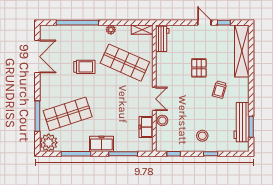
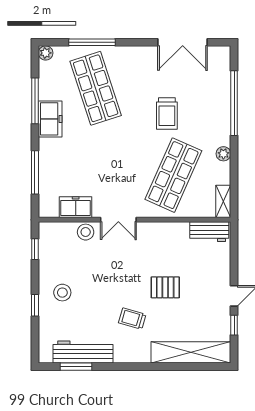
plant: (49, 143) -> (46, 53), width x0.53, depth x0.53
freezer: (101, 144) -> (50, 119), moved

